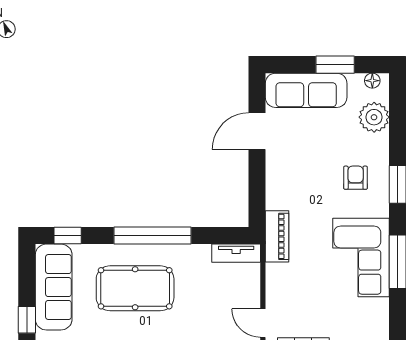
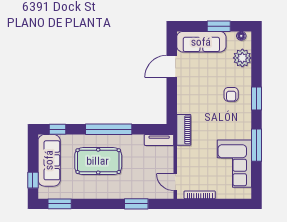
armchair: (356, 178) -> (231, 94), turned 180
corner sofa: (361, 258) -> (234, 164), moved

